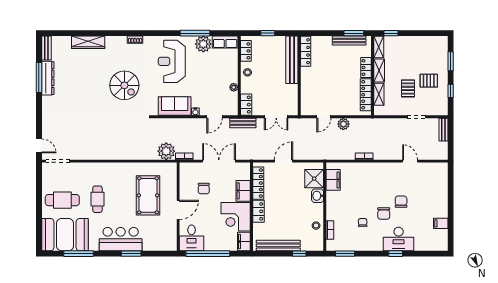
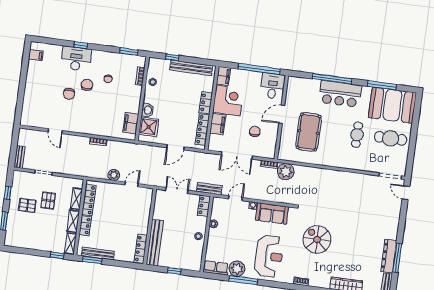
locker: (246, 51) -> (197, 257), removed
filing cabinet: (441, 223) -> (36, 55), moved
window: (131, 254) -> (332, 79), width x2.11

